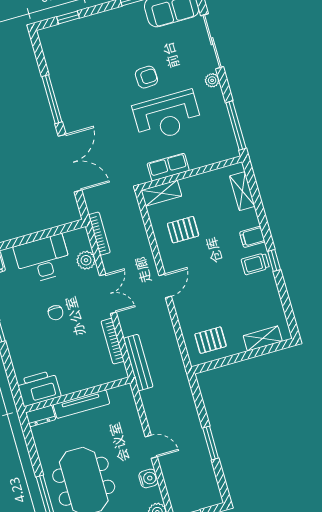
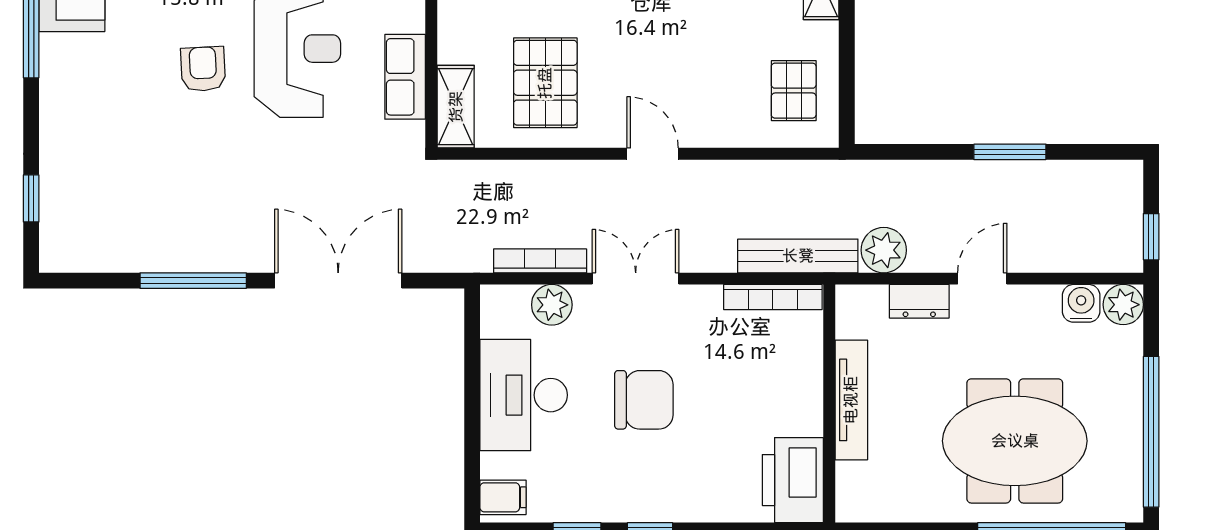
pallet: (183, 230) -> (545, 83), width x1.50, depth x1.42
bookcase: (99, 234) -> (540, 261), moved
chair: (56, 313) -> (644, 400), width x1.87, depth x1.87
bookcase: (113, 341) -> (773, 297), moved
plant: (152, 400) -> (884, 250), added
dresser: (41, 416) -> (919, 301), moved, turned 90
water cooler: (148, 478) -> (1081, 303), moved

